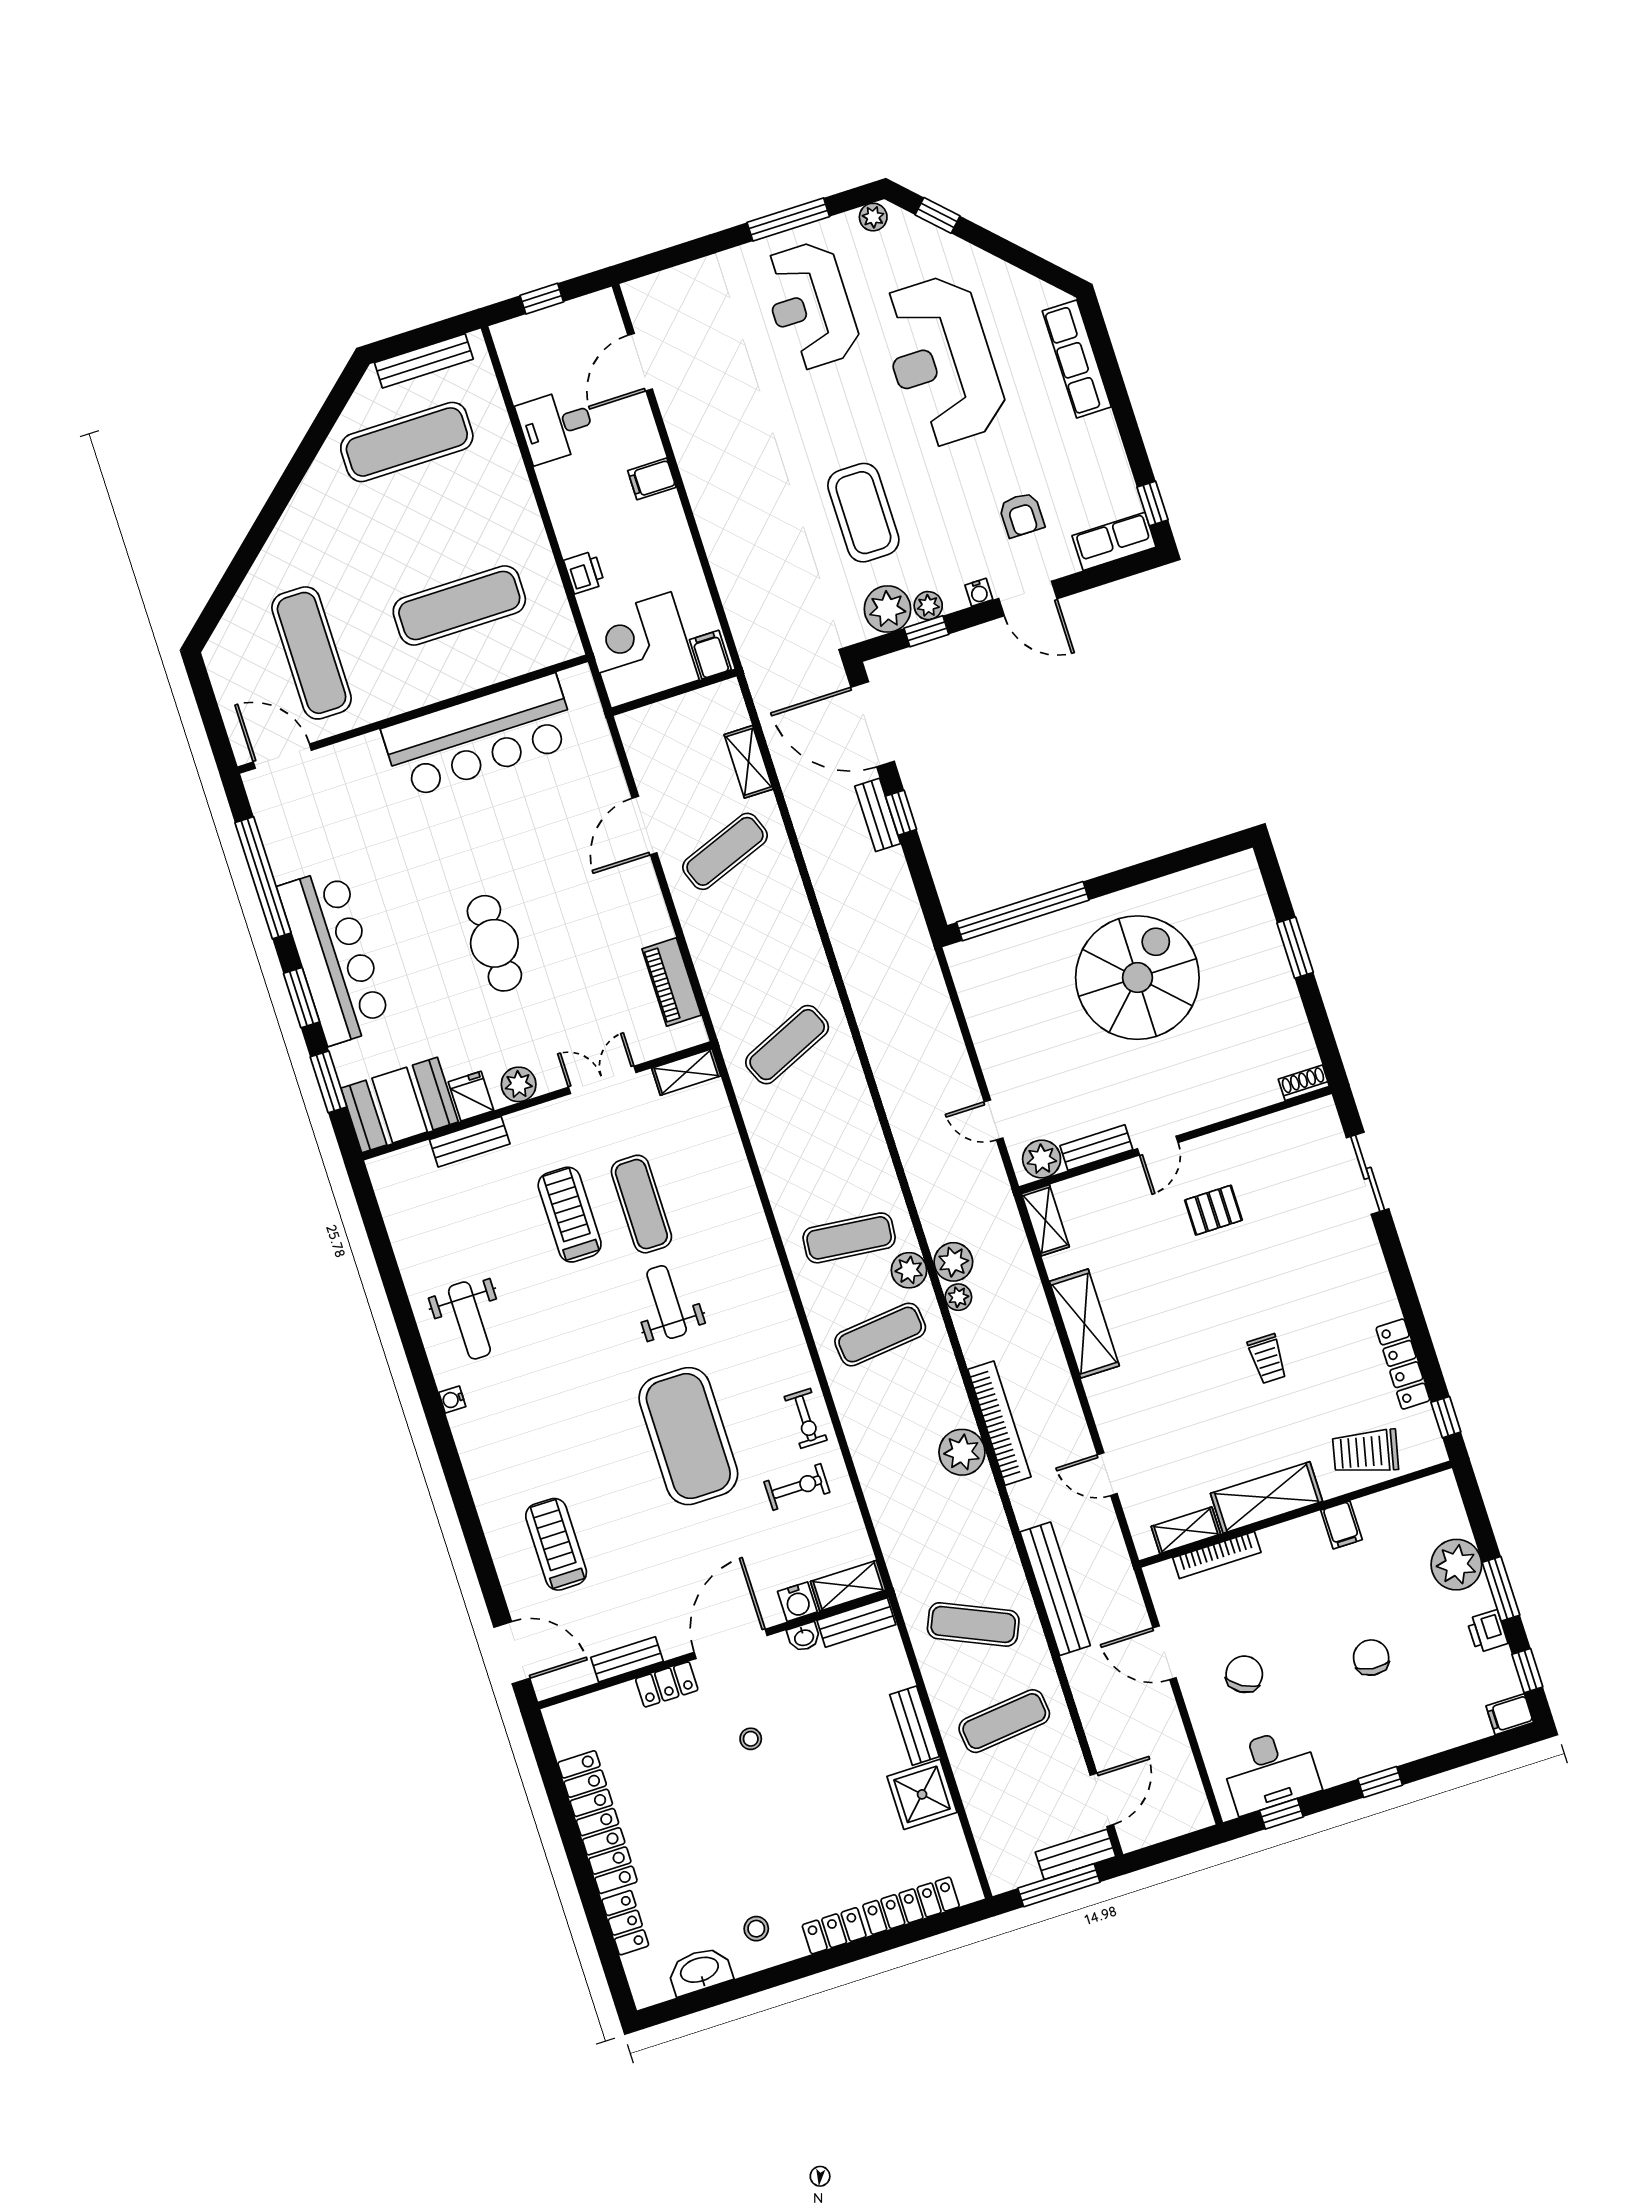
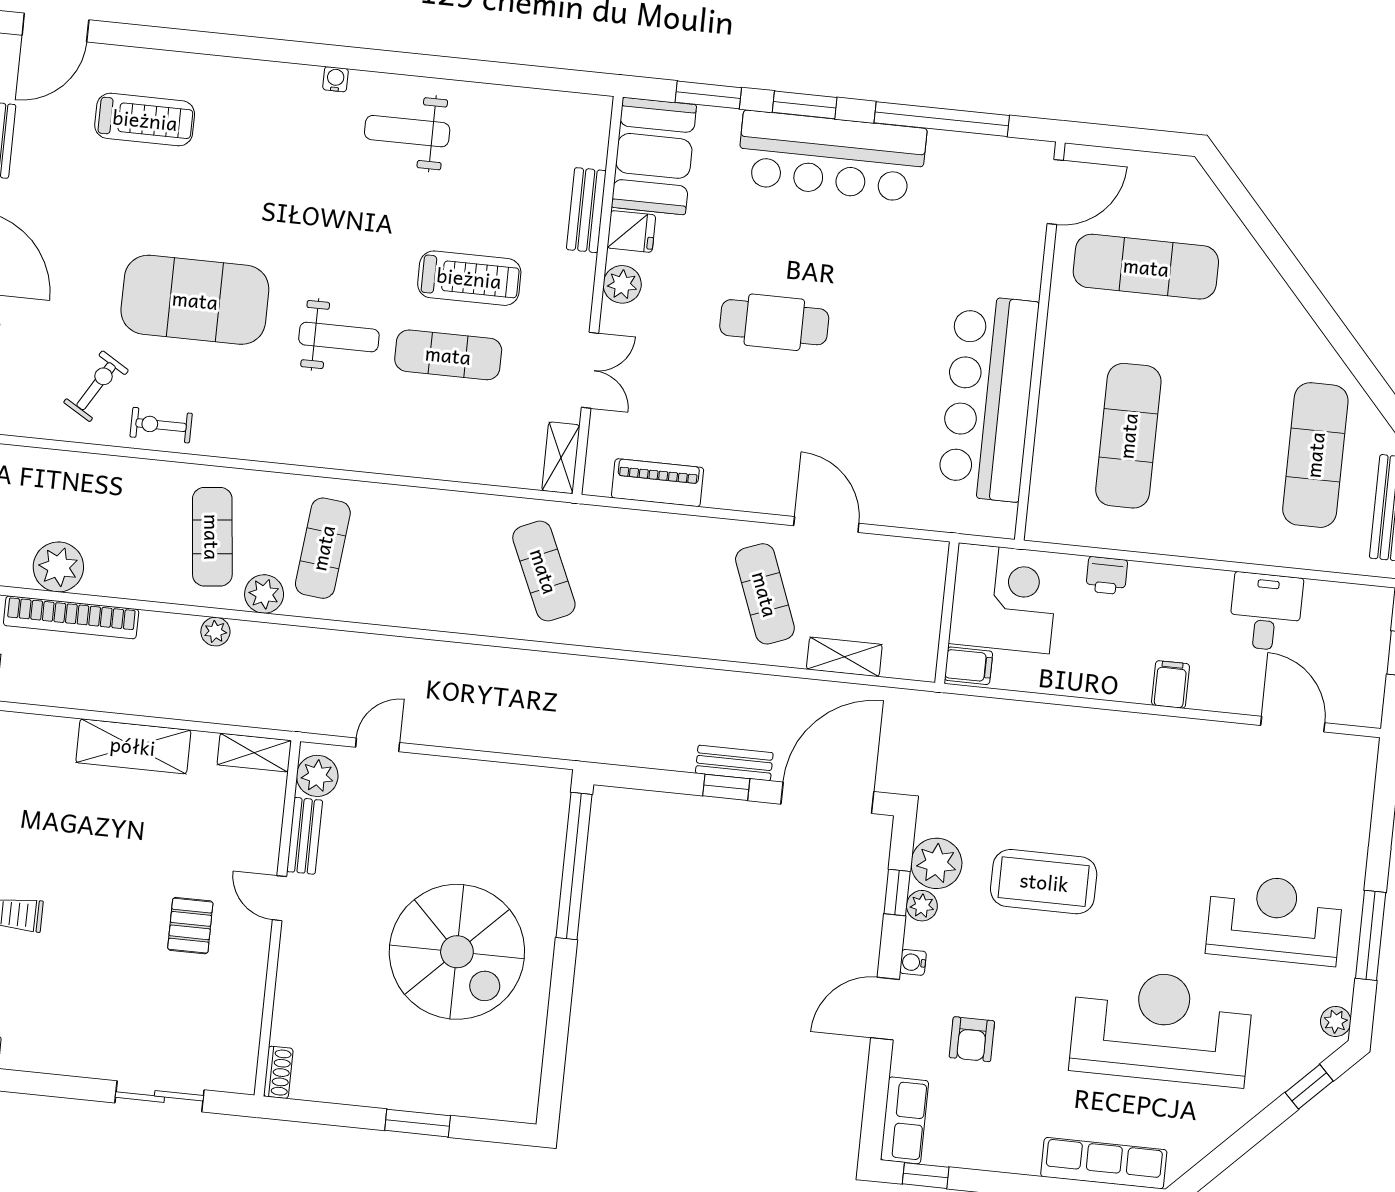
armchair: (1022, 515) -> (972, 1039), turned -90
plant: (953, 1262) -> (253, 642), removed
exercise bike: (797, 1487) -> (96, 386), turned -149

